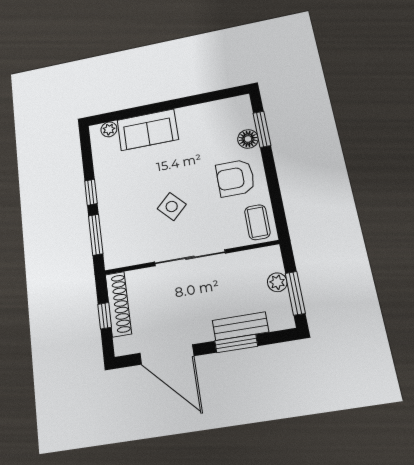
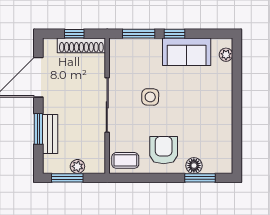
sofa: (148, 130) -> (187, 52), moved, turned -90
side table: (172, 206) -> (150, 97), turned 45

